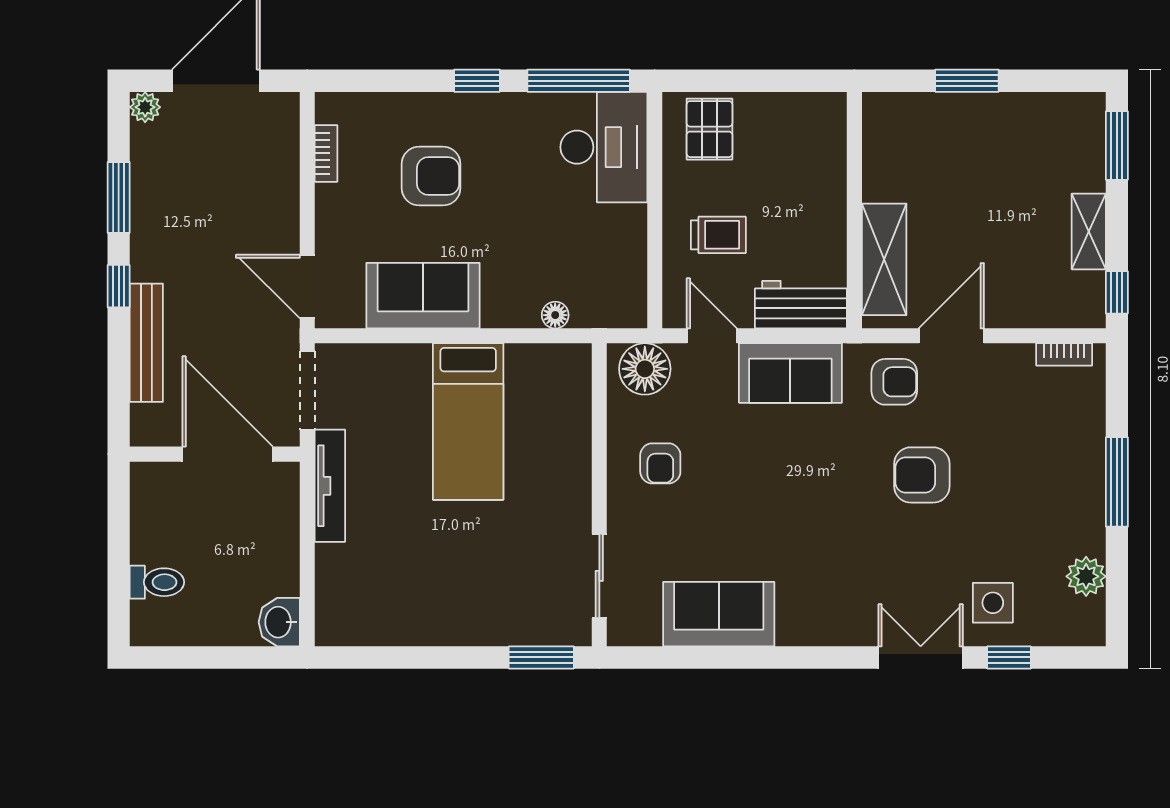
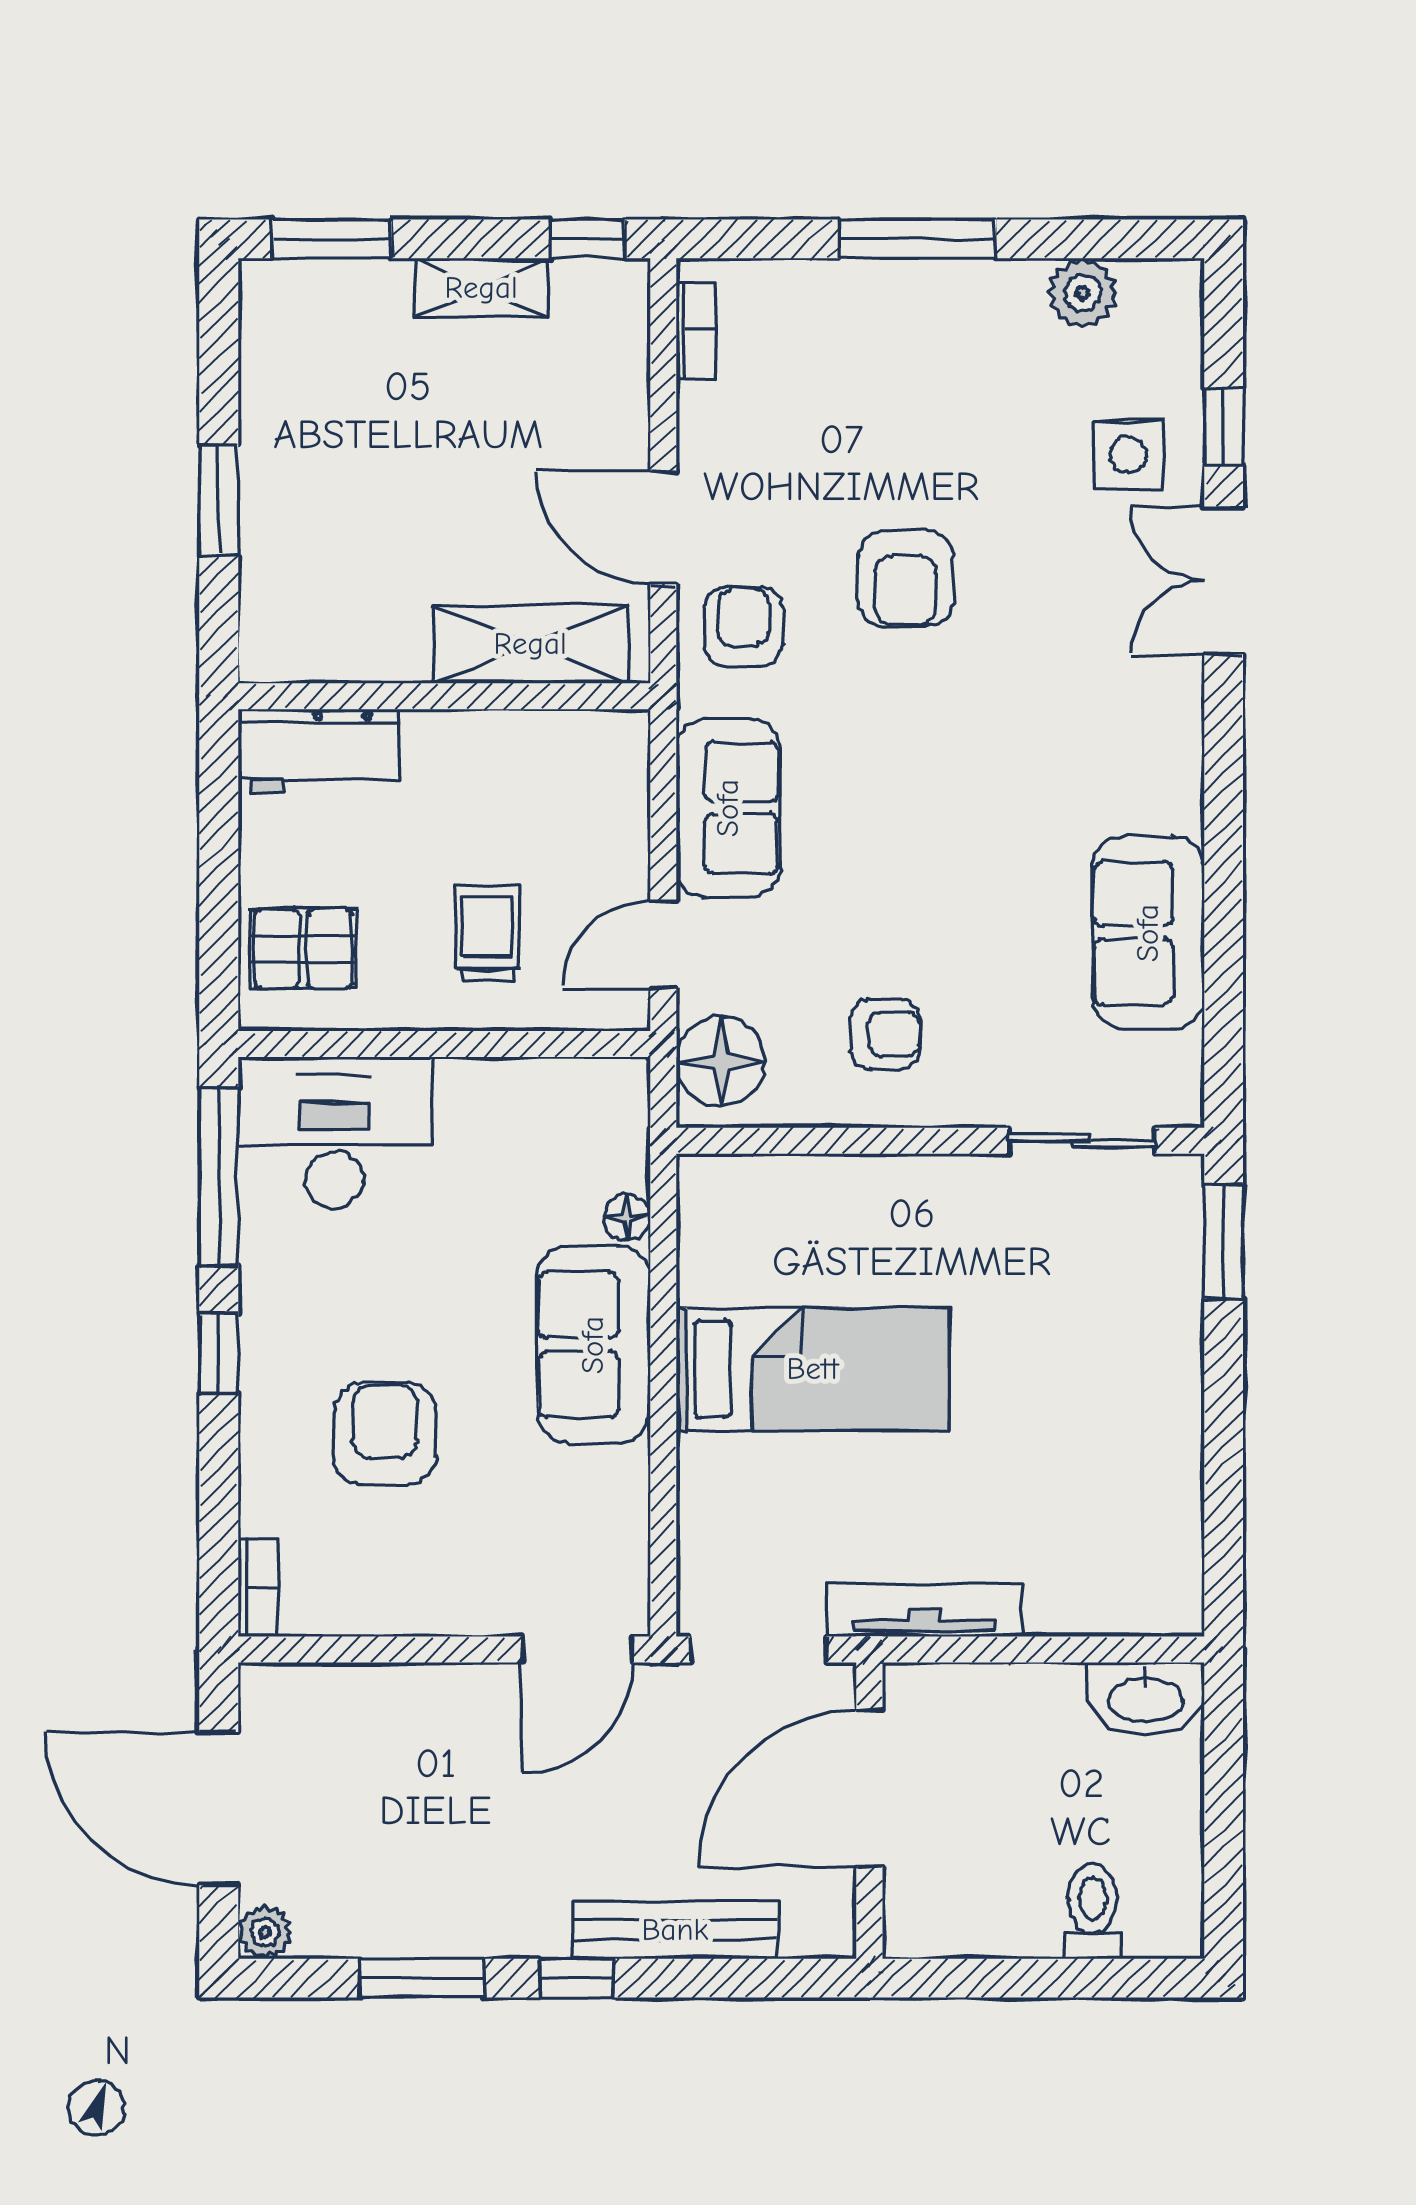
bookcase: (326, 153) -> (258, 1587), moved, turned 90
sofa: (423, 296) -> (593, 1345), moved
workbench: (801, 305) -> (318, 751), moved, turned -90
washbasin: (279, 622) -> (1146, 1698), width x1.38

